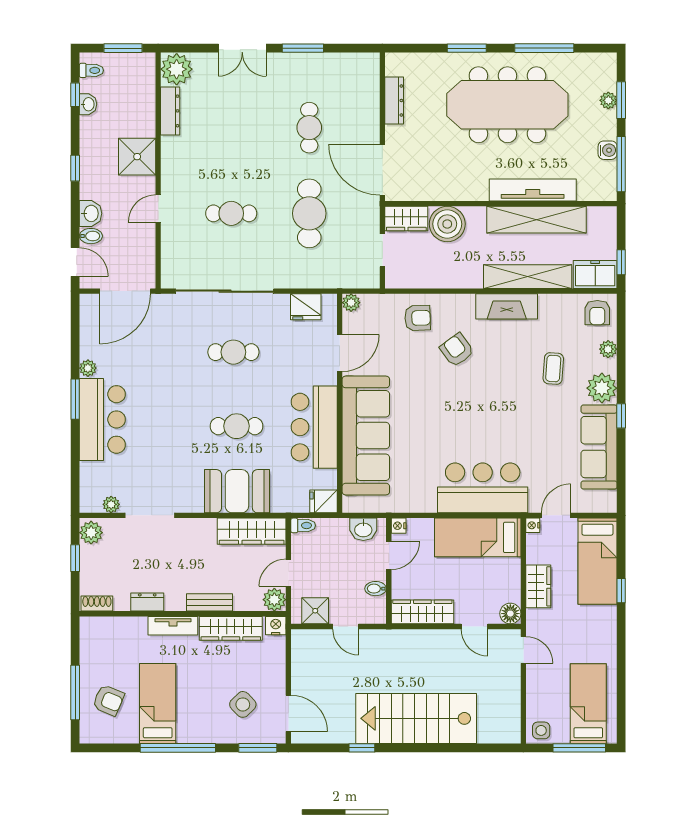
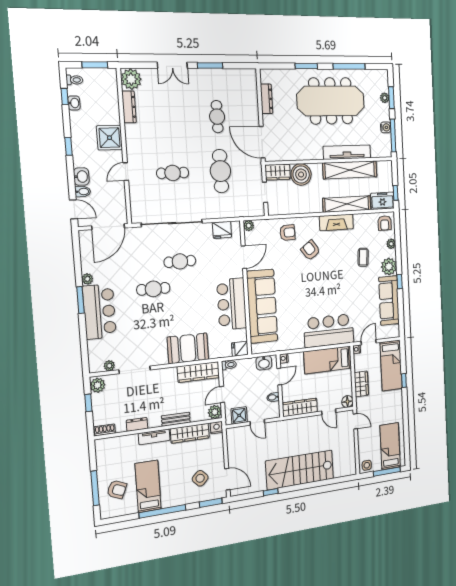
cafe table: (237, 426) -> (153, 289), moved

